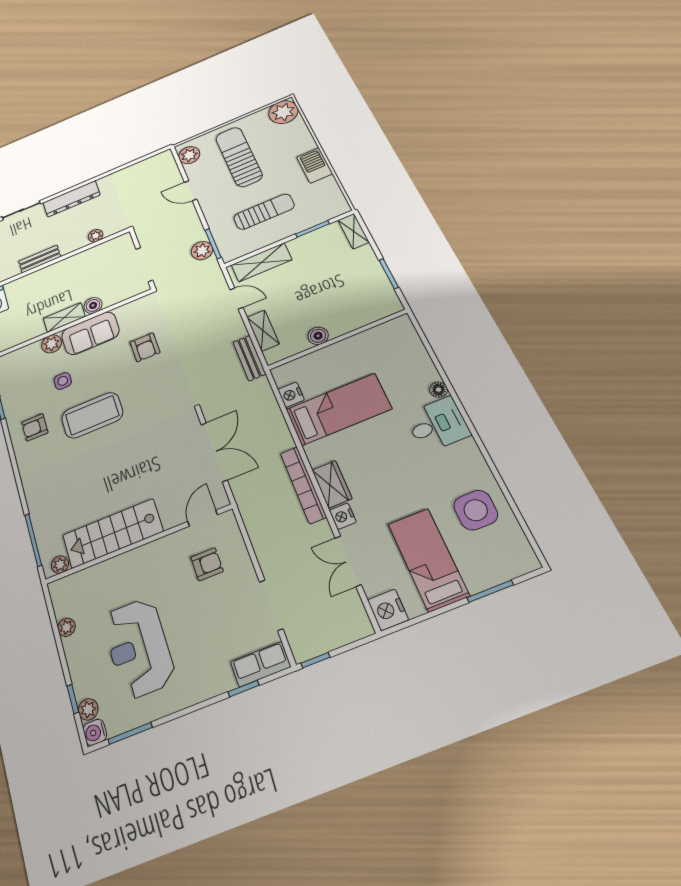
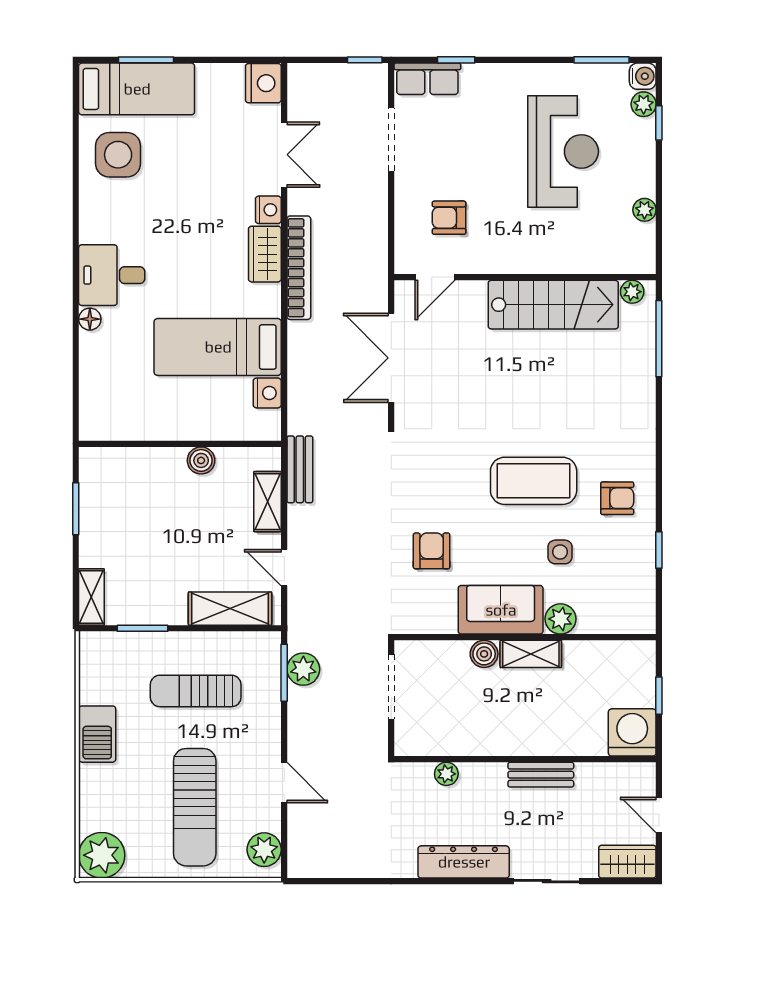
bed: (428, 559) -> (137, 89), moved, turned -90

